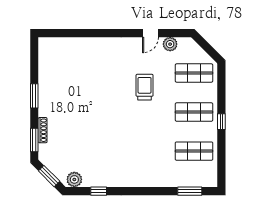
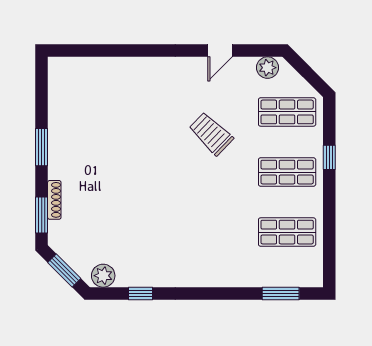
plant: (170, 44) -> (268, 68), moved
trolley: (145, 87) -> (211, 134), turned -46
window: (221, 122) -> (329, 157), moved

